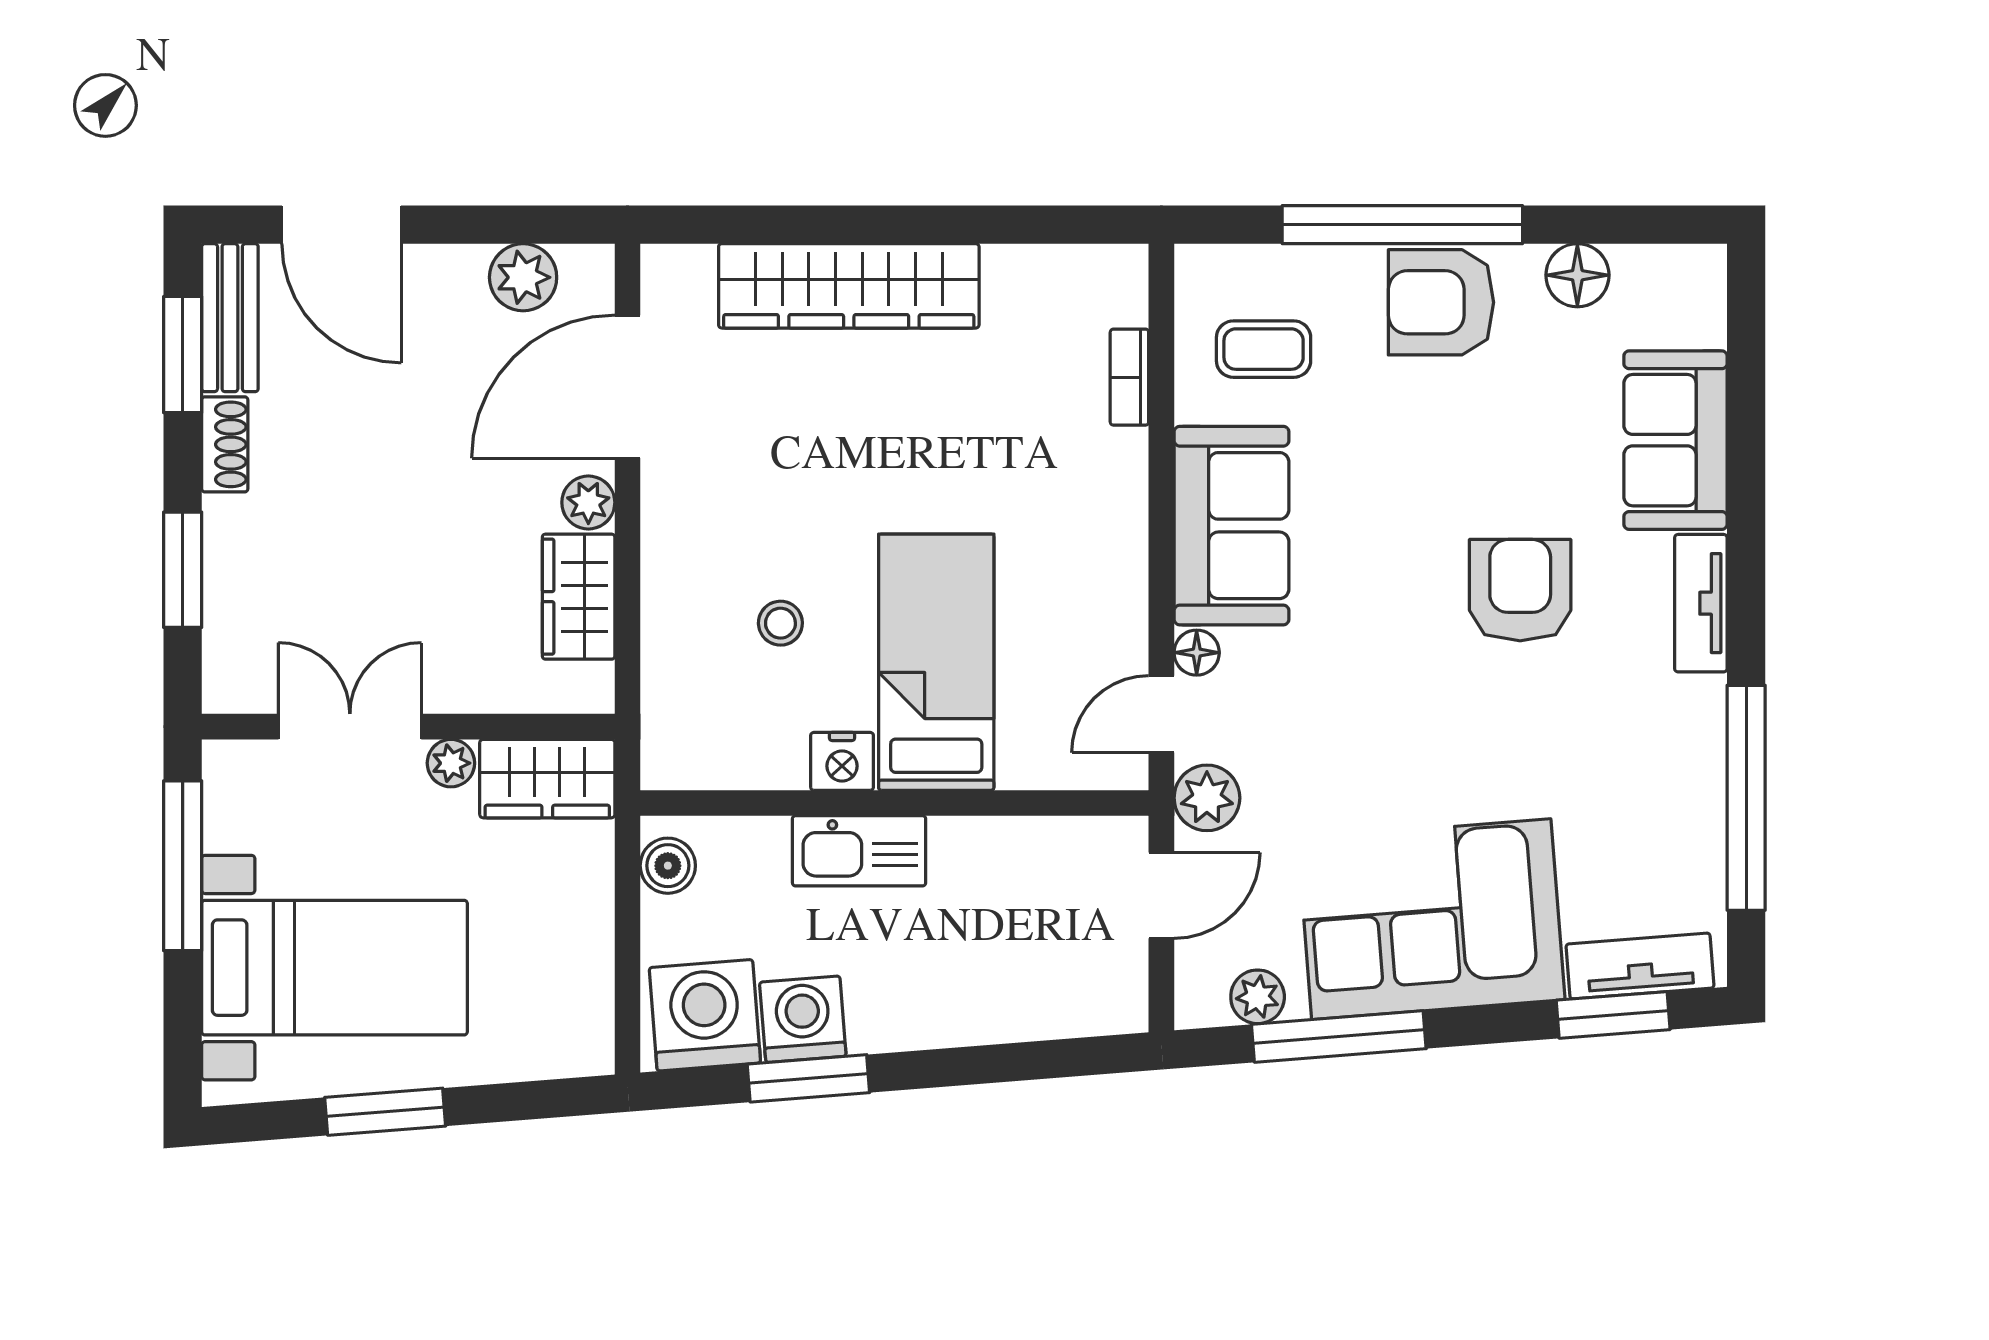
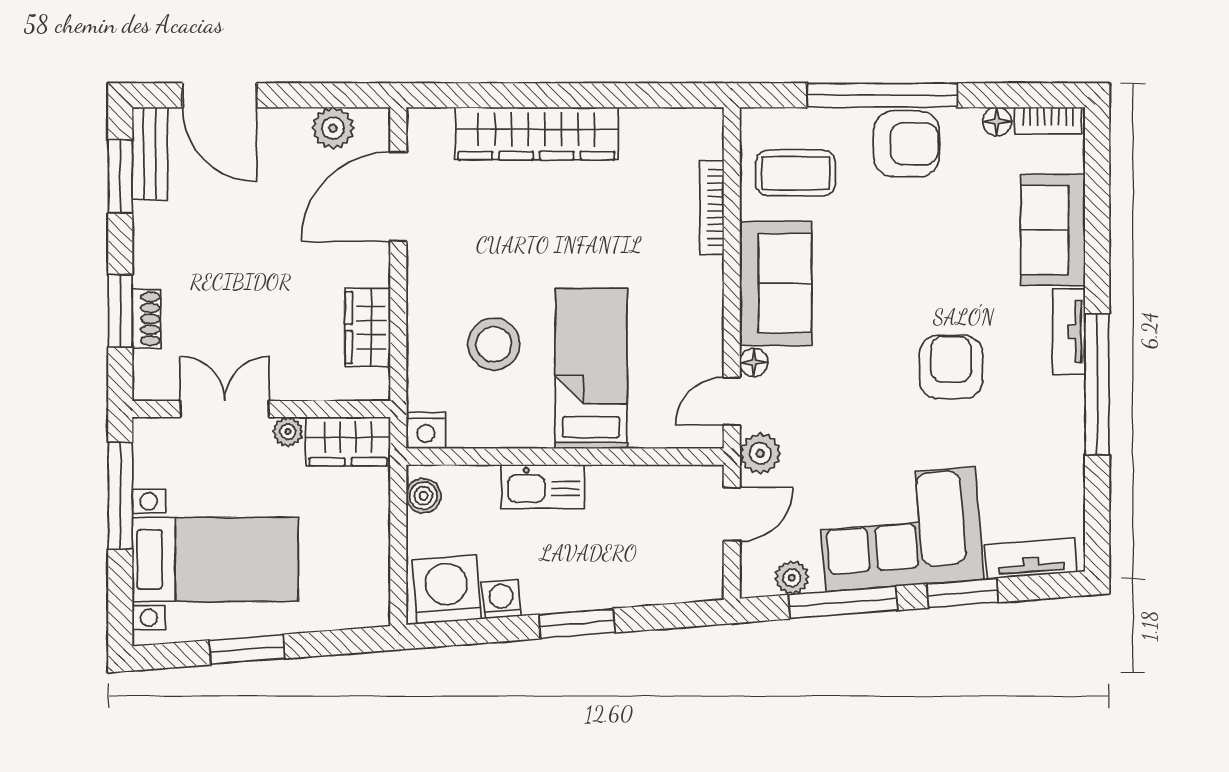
bookcase: (1668, 265) -> (1048, 121), added
floor lamp: (1577, 275) -> (997, 122), width x0.73, depth x0.73
armchair: (1441, 302) -> (906, 144), turned 180
coffee table: (1264, 349) -> (796, 173), width x1.36, depth x1.30
bookcase: (1129, 377) -> (712, 207), width x1.56
shoe rack: (225, 444) -> (147, 319), moved
plant: (588, 502) -> (374, 269), removed
armchair: (1520, 590) -> (951, 367), moved
stool: (780, 623) -> (494, 344), width x1.89, depth x1.89
nightstand: (842, 761) -> (426, 431), moved
window: (1746, 798) -> (1097, 384), moved
window: (1613, 1015) -> (962, 593), moved
washing machine: (803, 1019) -> (501, 599), width x0.73, depth x0.73
window: (808, 1078) -> (577, 623), moved

